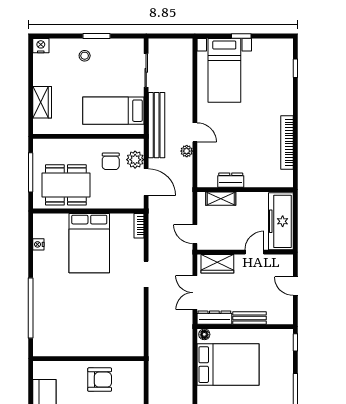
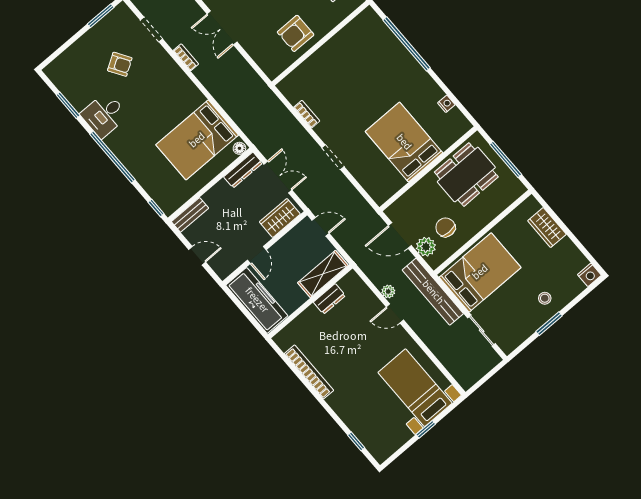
bed: (113, 111) -> (480, 272), width x1.50
shelving: (221, 199) -> (323, 274), width x1.50, depth x1.33
bookcase: (139, 226) -> (307, 114), moved
bench: (250, 318) -> (190, 215), moved

